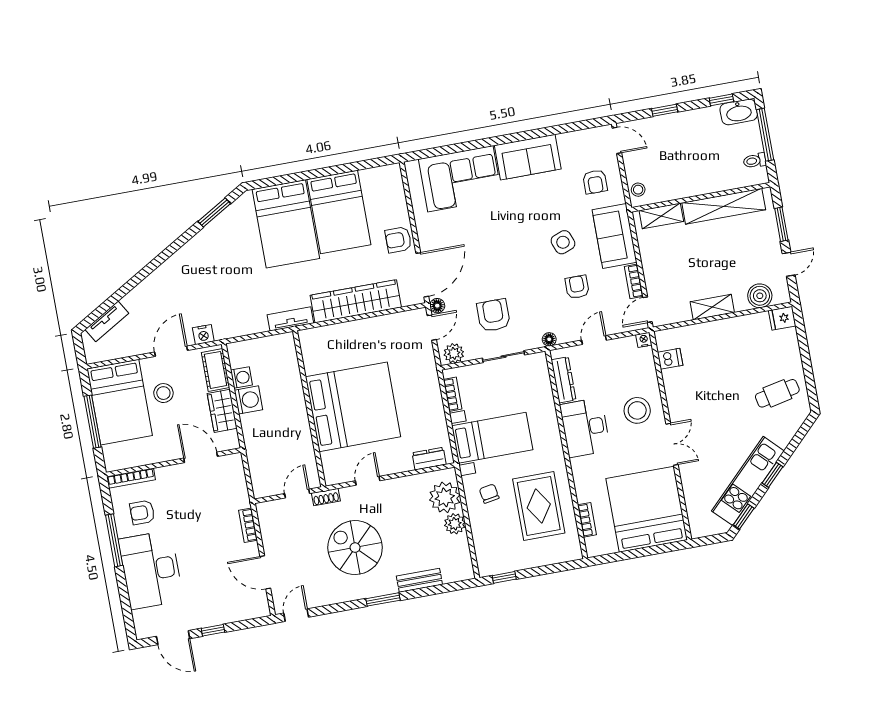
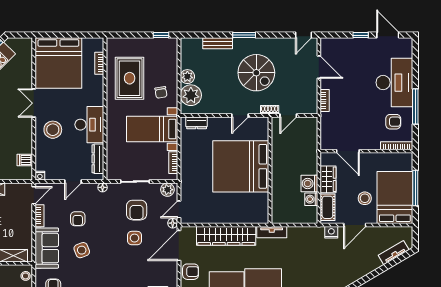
side table: (489, 274) -> (134, 238), added

